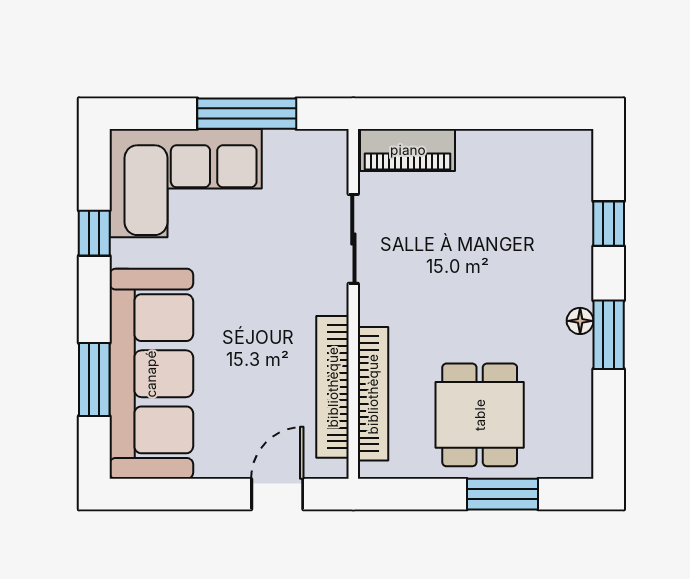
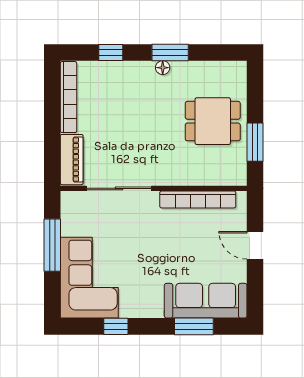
sliding door: (353, 239) -> (119, 188), width x1.37
sofa: (151, 374) -> (206, 301), width x0.74, depth x0.79
bookcase: (373, 394) -> (68, 97), moved, turned 90
door: (277, 494) -> (255, 245), moved
window: (503, 494) -> (255, 142), moved

